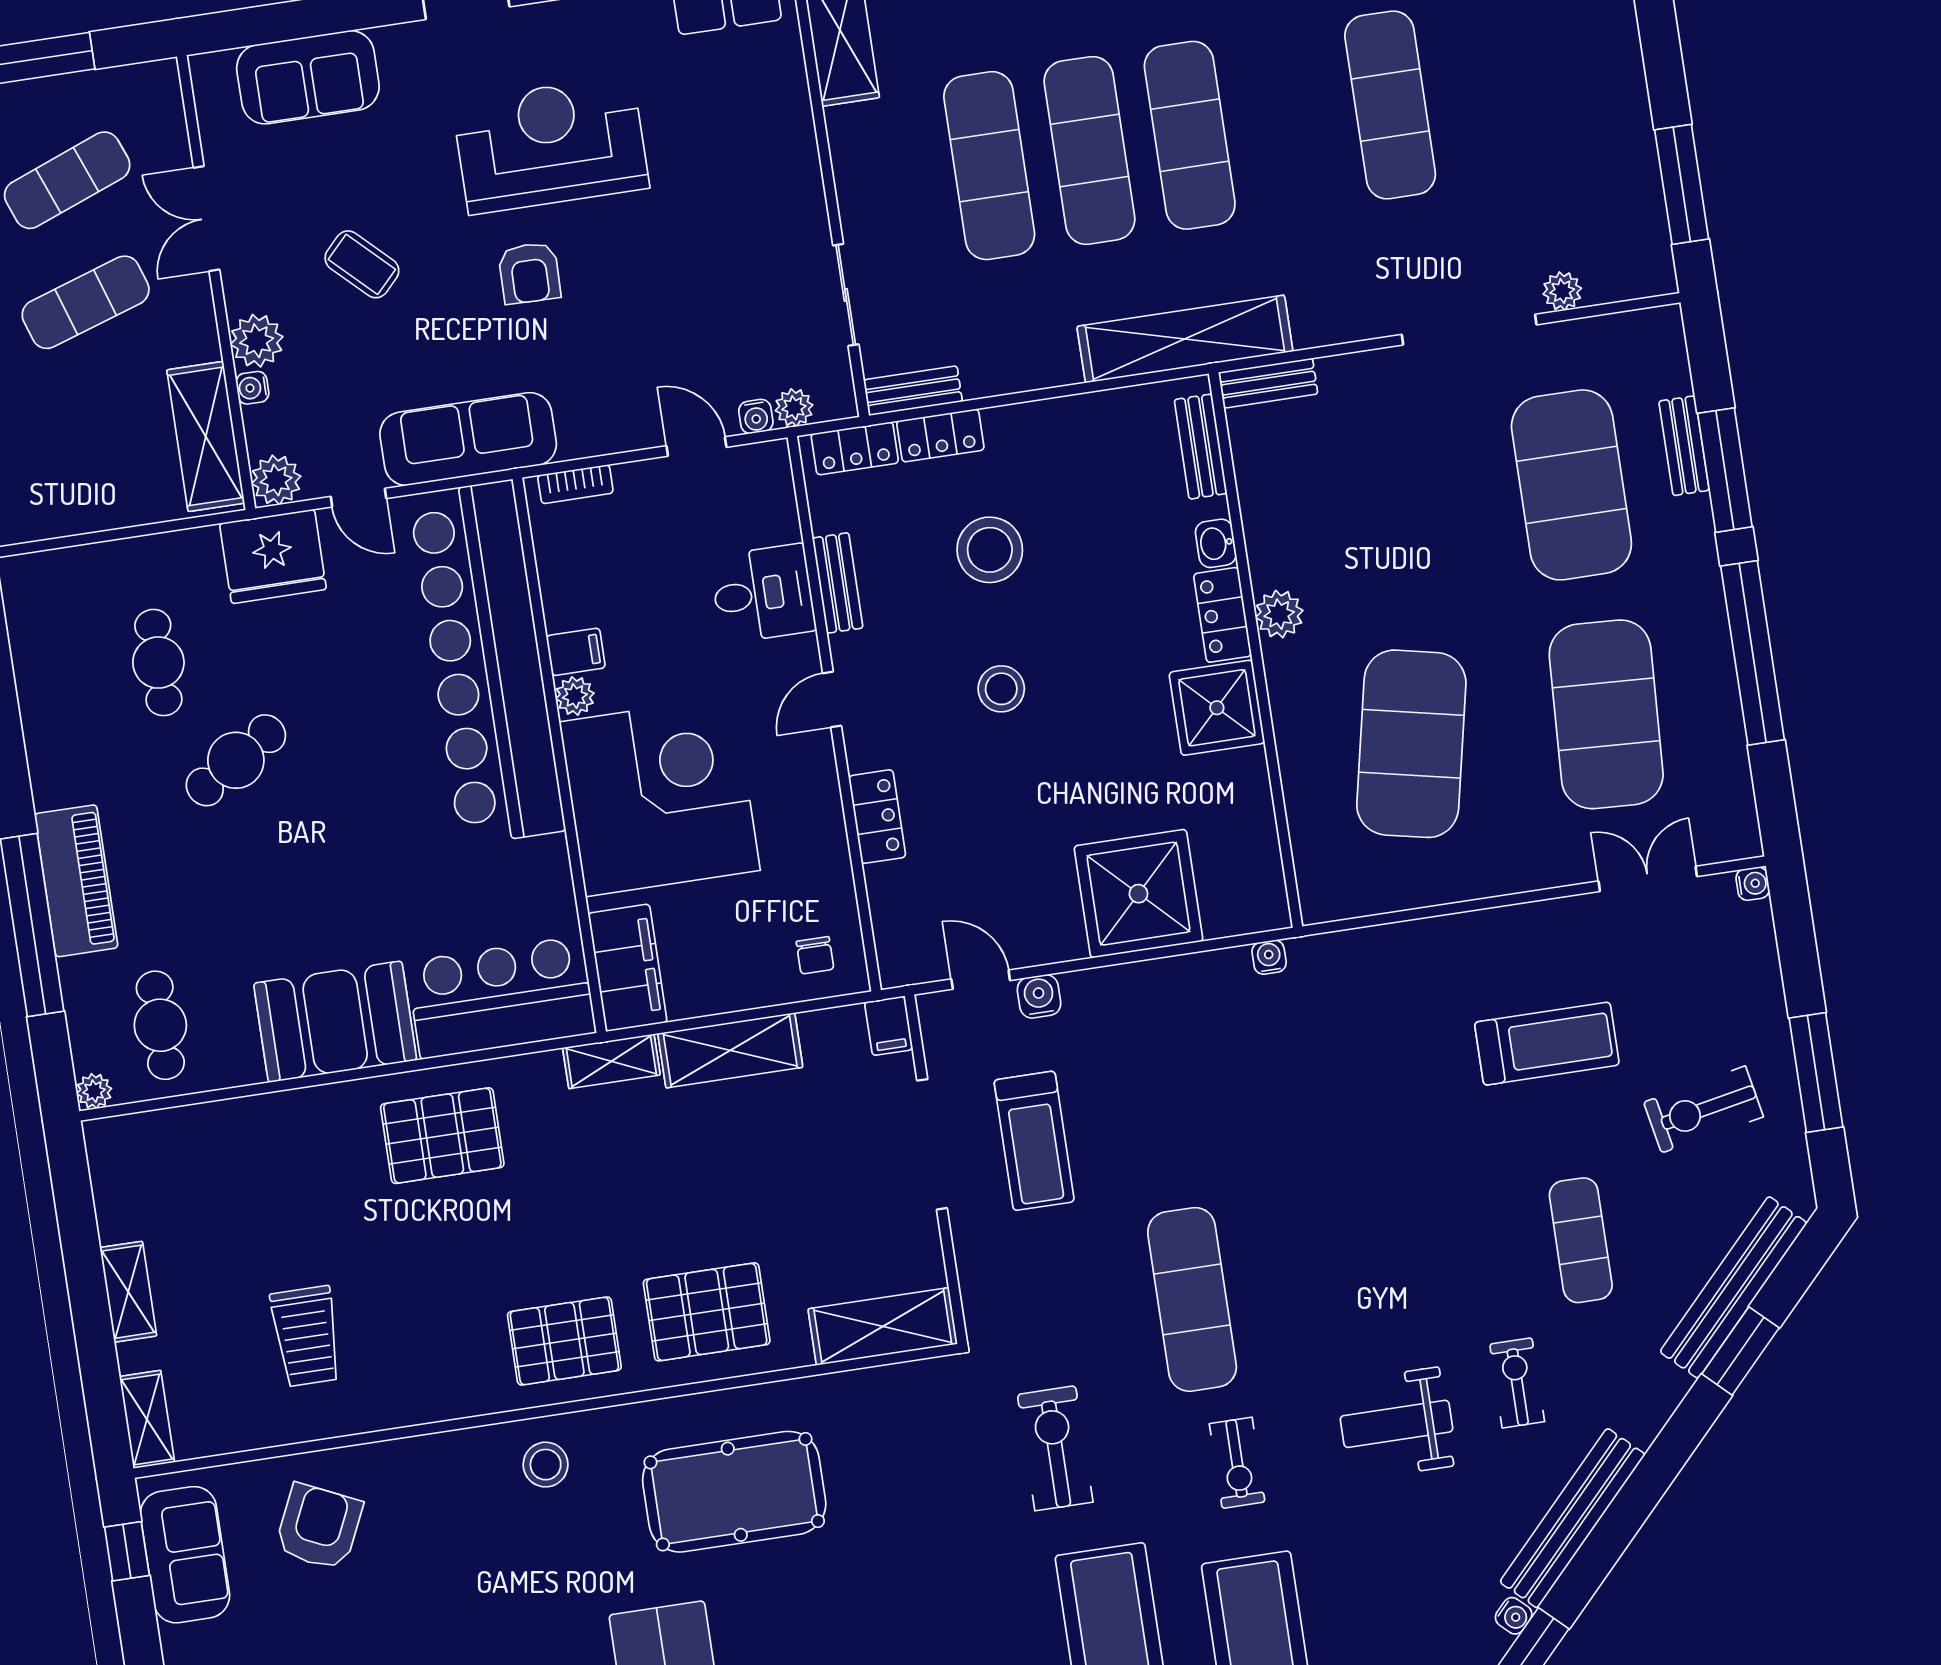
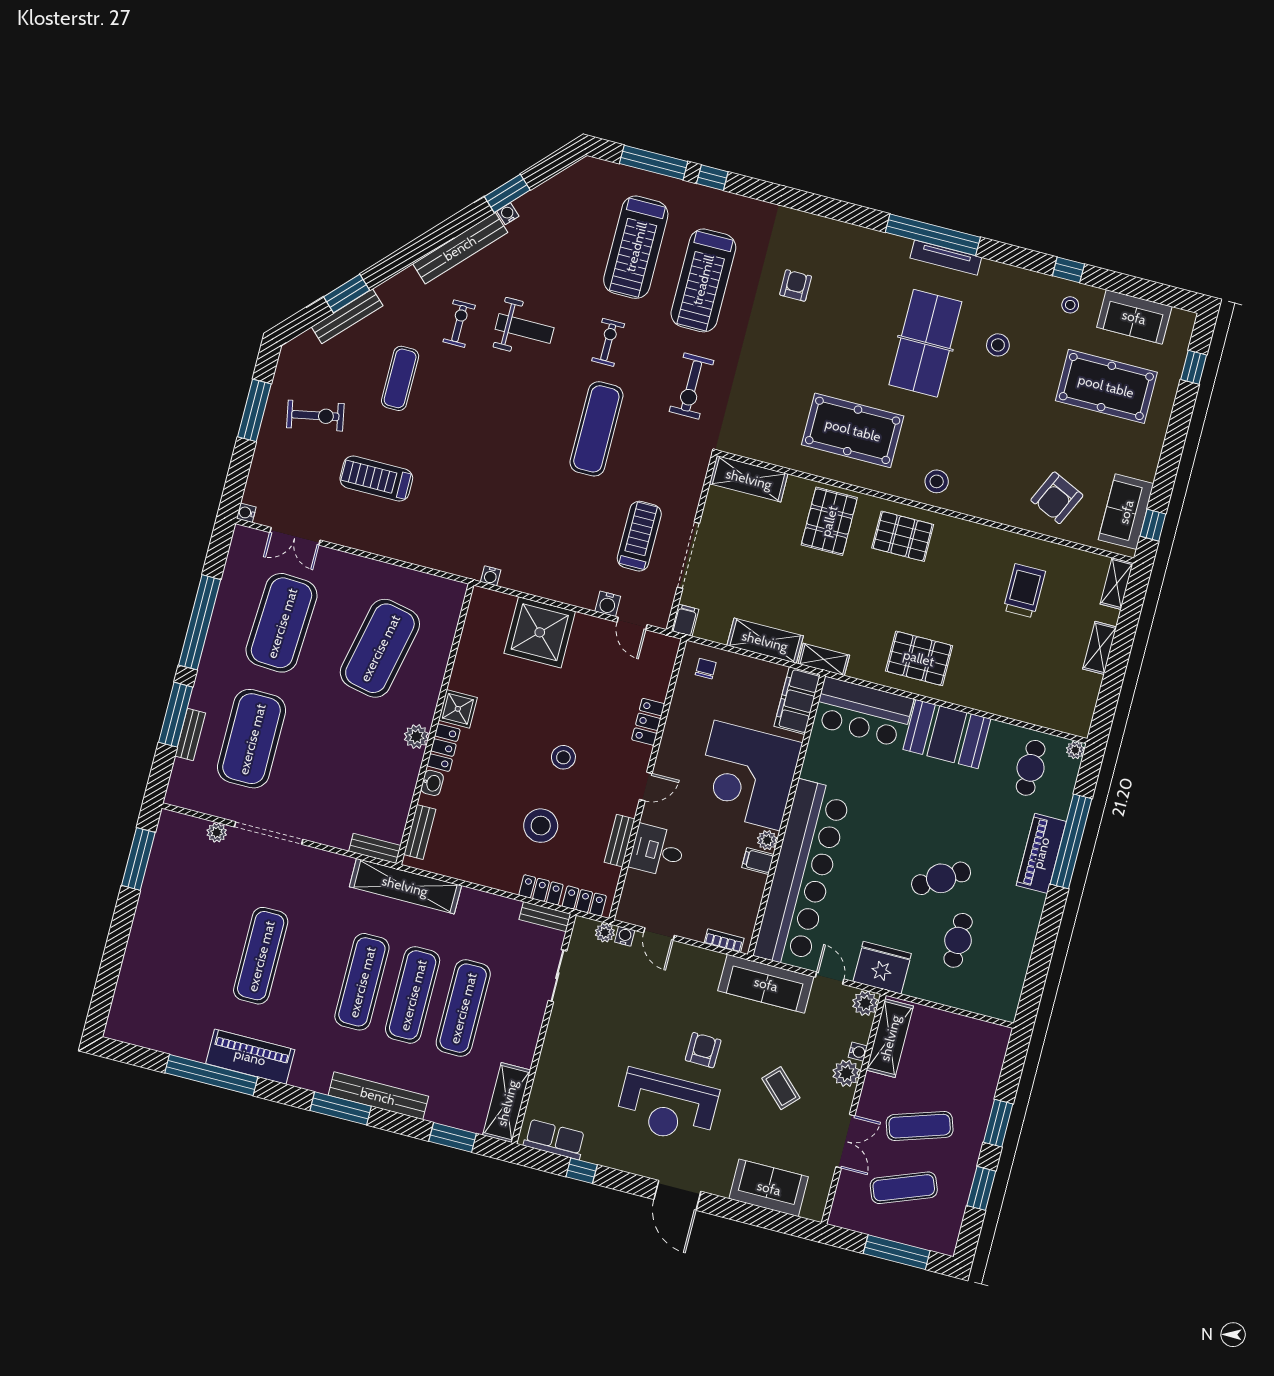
shower: (1217, 708) -> (458, 709), width x0.73, depth x0.73
bench: (1733, 1287) -> (347, 316), width x0.73, depth x0.82
pallet: (707, 1312) -> (829, 521), turned 90
exercise bike: (1517, 1383) -> (459, 324), turned 180

